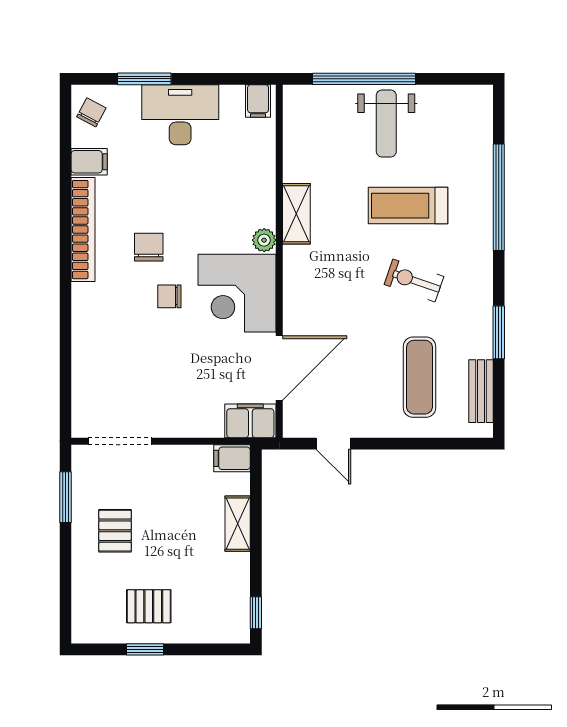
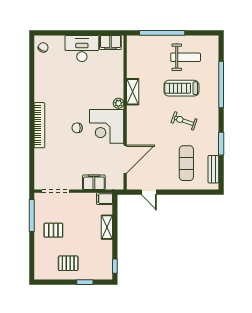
window: (144, 79) -> (66, 33), removed
filing cabinet: (258, 101) -> (110, 43), width x2.00
weight bench: (386, 123) -> (186, 57), moved, turned -90
filing cabinet: (89, 162) -> (42, 69), removed
bookcase: (83, 230) -> (39, 125), moved
chair: (149, 247) -> (68, 106), removed
filing cabinet: (250, 421) -> (94, 182), moved
window: (65, 497) -> (32, 216), width x1.44
pallet: (115, 531) -> (53, 230), turned 90
window: (145, 649) -> (85, 282), moved

